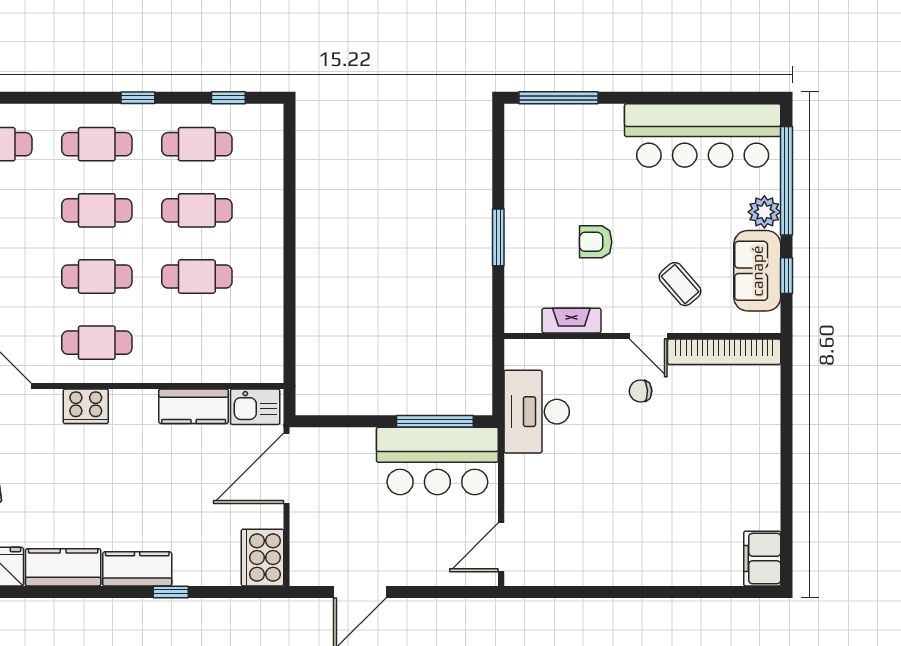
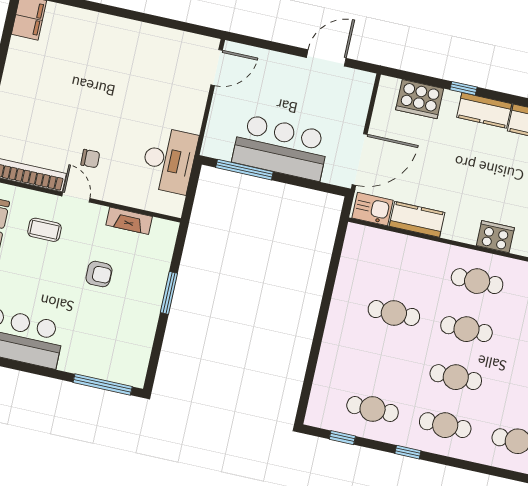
cafe table: (197, 210) -> (383, 361), removed
coffee table: (680, 284) -> (44, 230), turned -49
bar counter: (437, 461) -> (281, 147), moved
cooker: (263, 558) -> (420, 99), moved, turned 90

